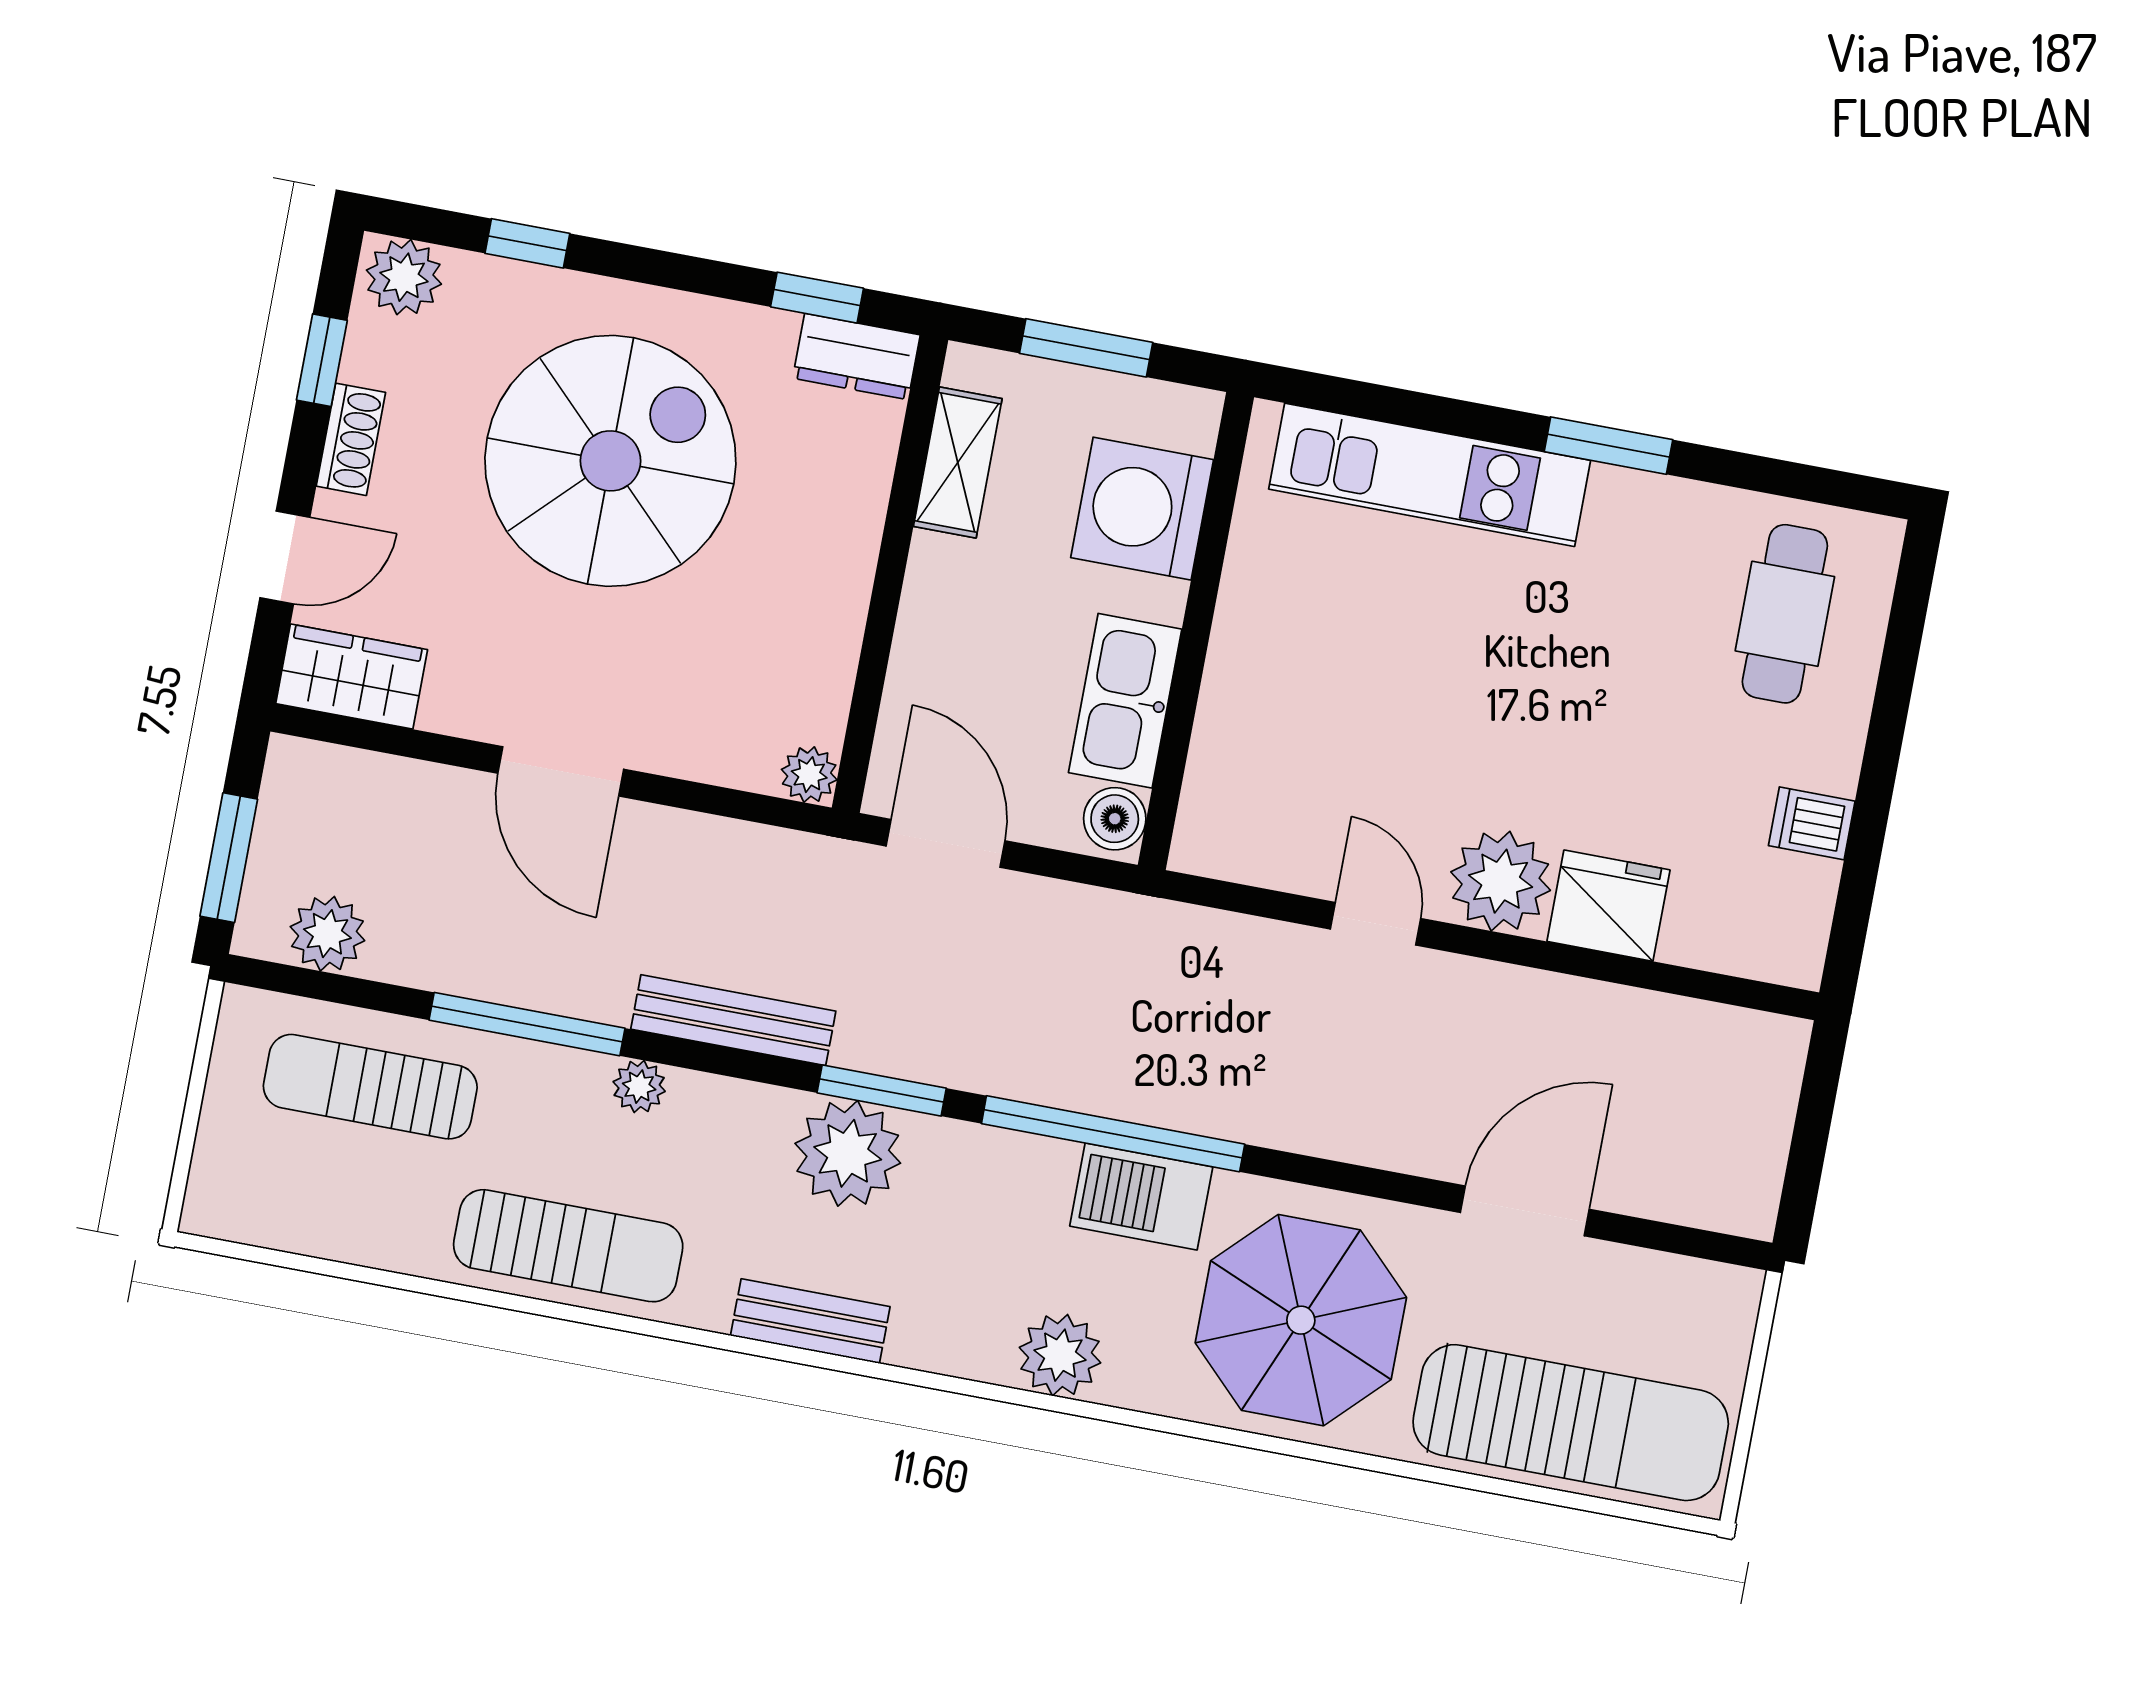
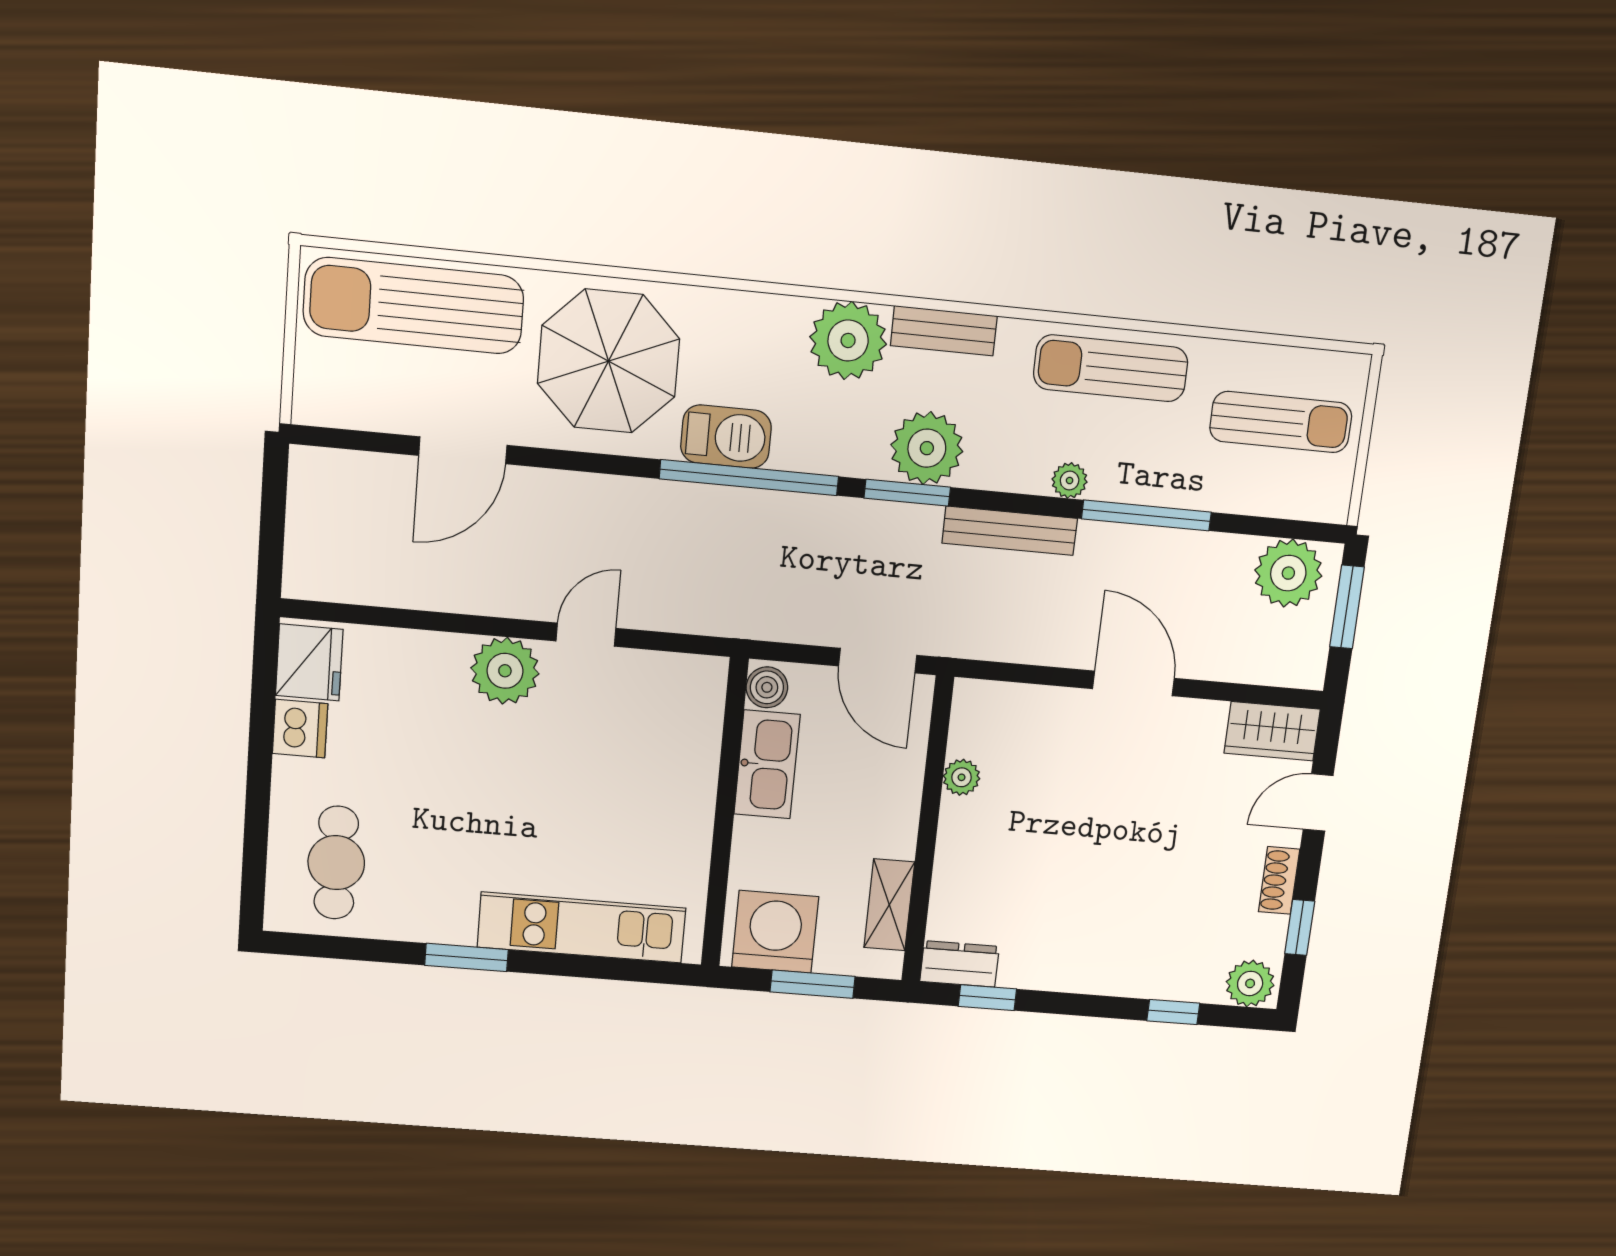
spiral stairs: (610, 461) -> (1113, 884), removed
washing machine: (1142, 509) -> (775, 932), moved, turned -90
plant: (809, 775) -> (962, 777), moved
dishwasher: (1812, 823) -> (300, 729), width x1.38
fridge: (1608, 906) -> (309, 662), moved, turned -90
door: (1376, 924) -> (586, 635), swing flipped
plant: (327, 934) -> (1288, 573), width x1.36, depth x1.36
sun lounger: (370, 1087) -> (1281, 422), moved
plant: (1060, 1355) -> (848, 340), moved, width x1.36, depth x1.36

